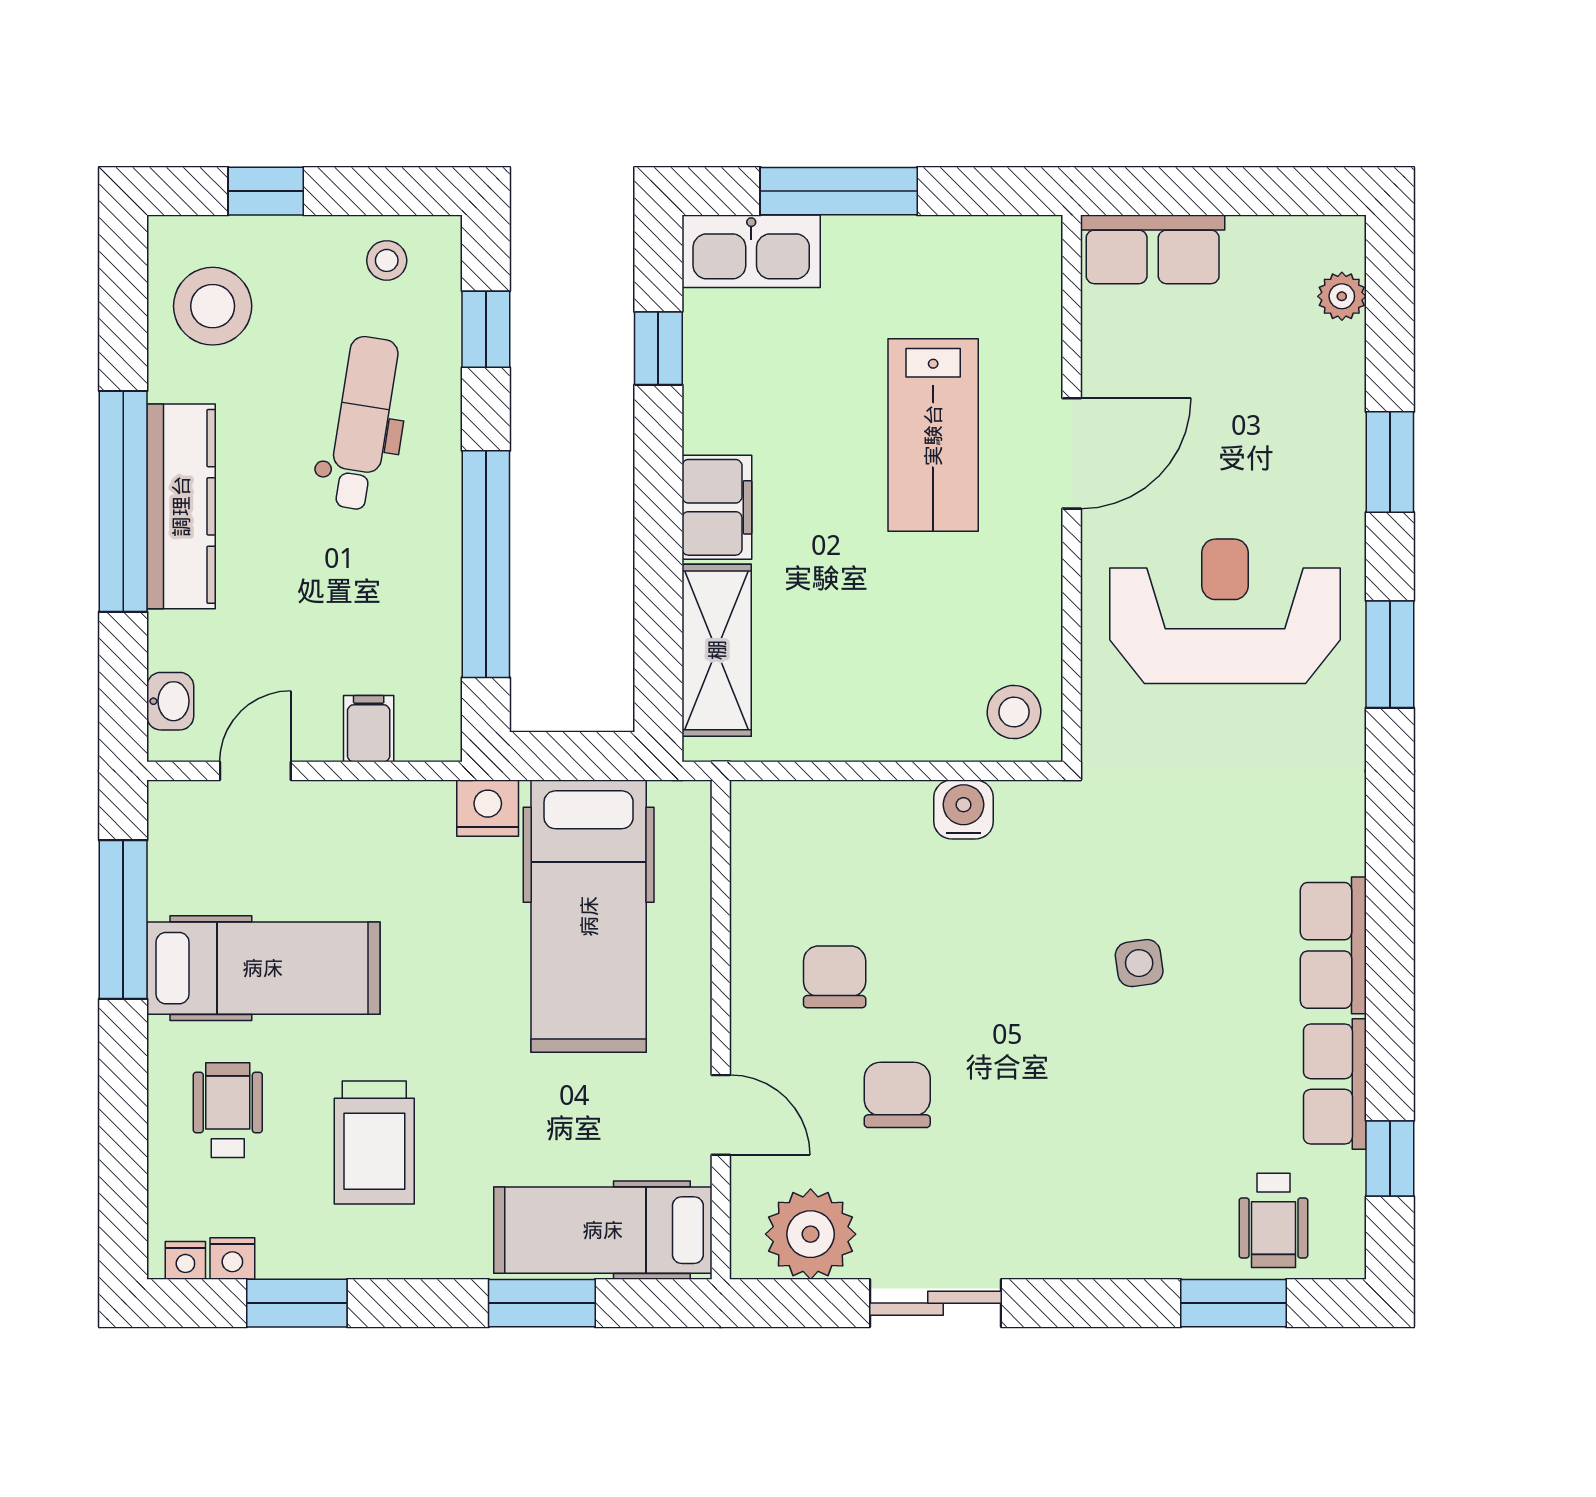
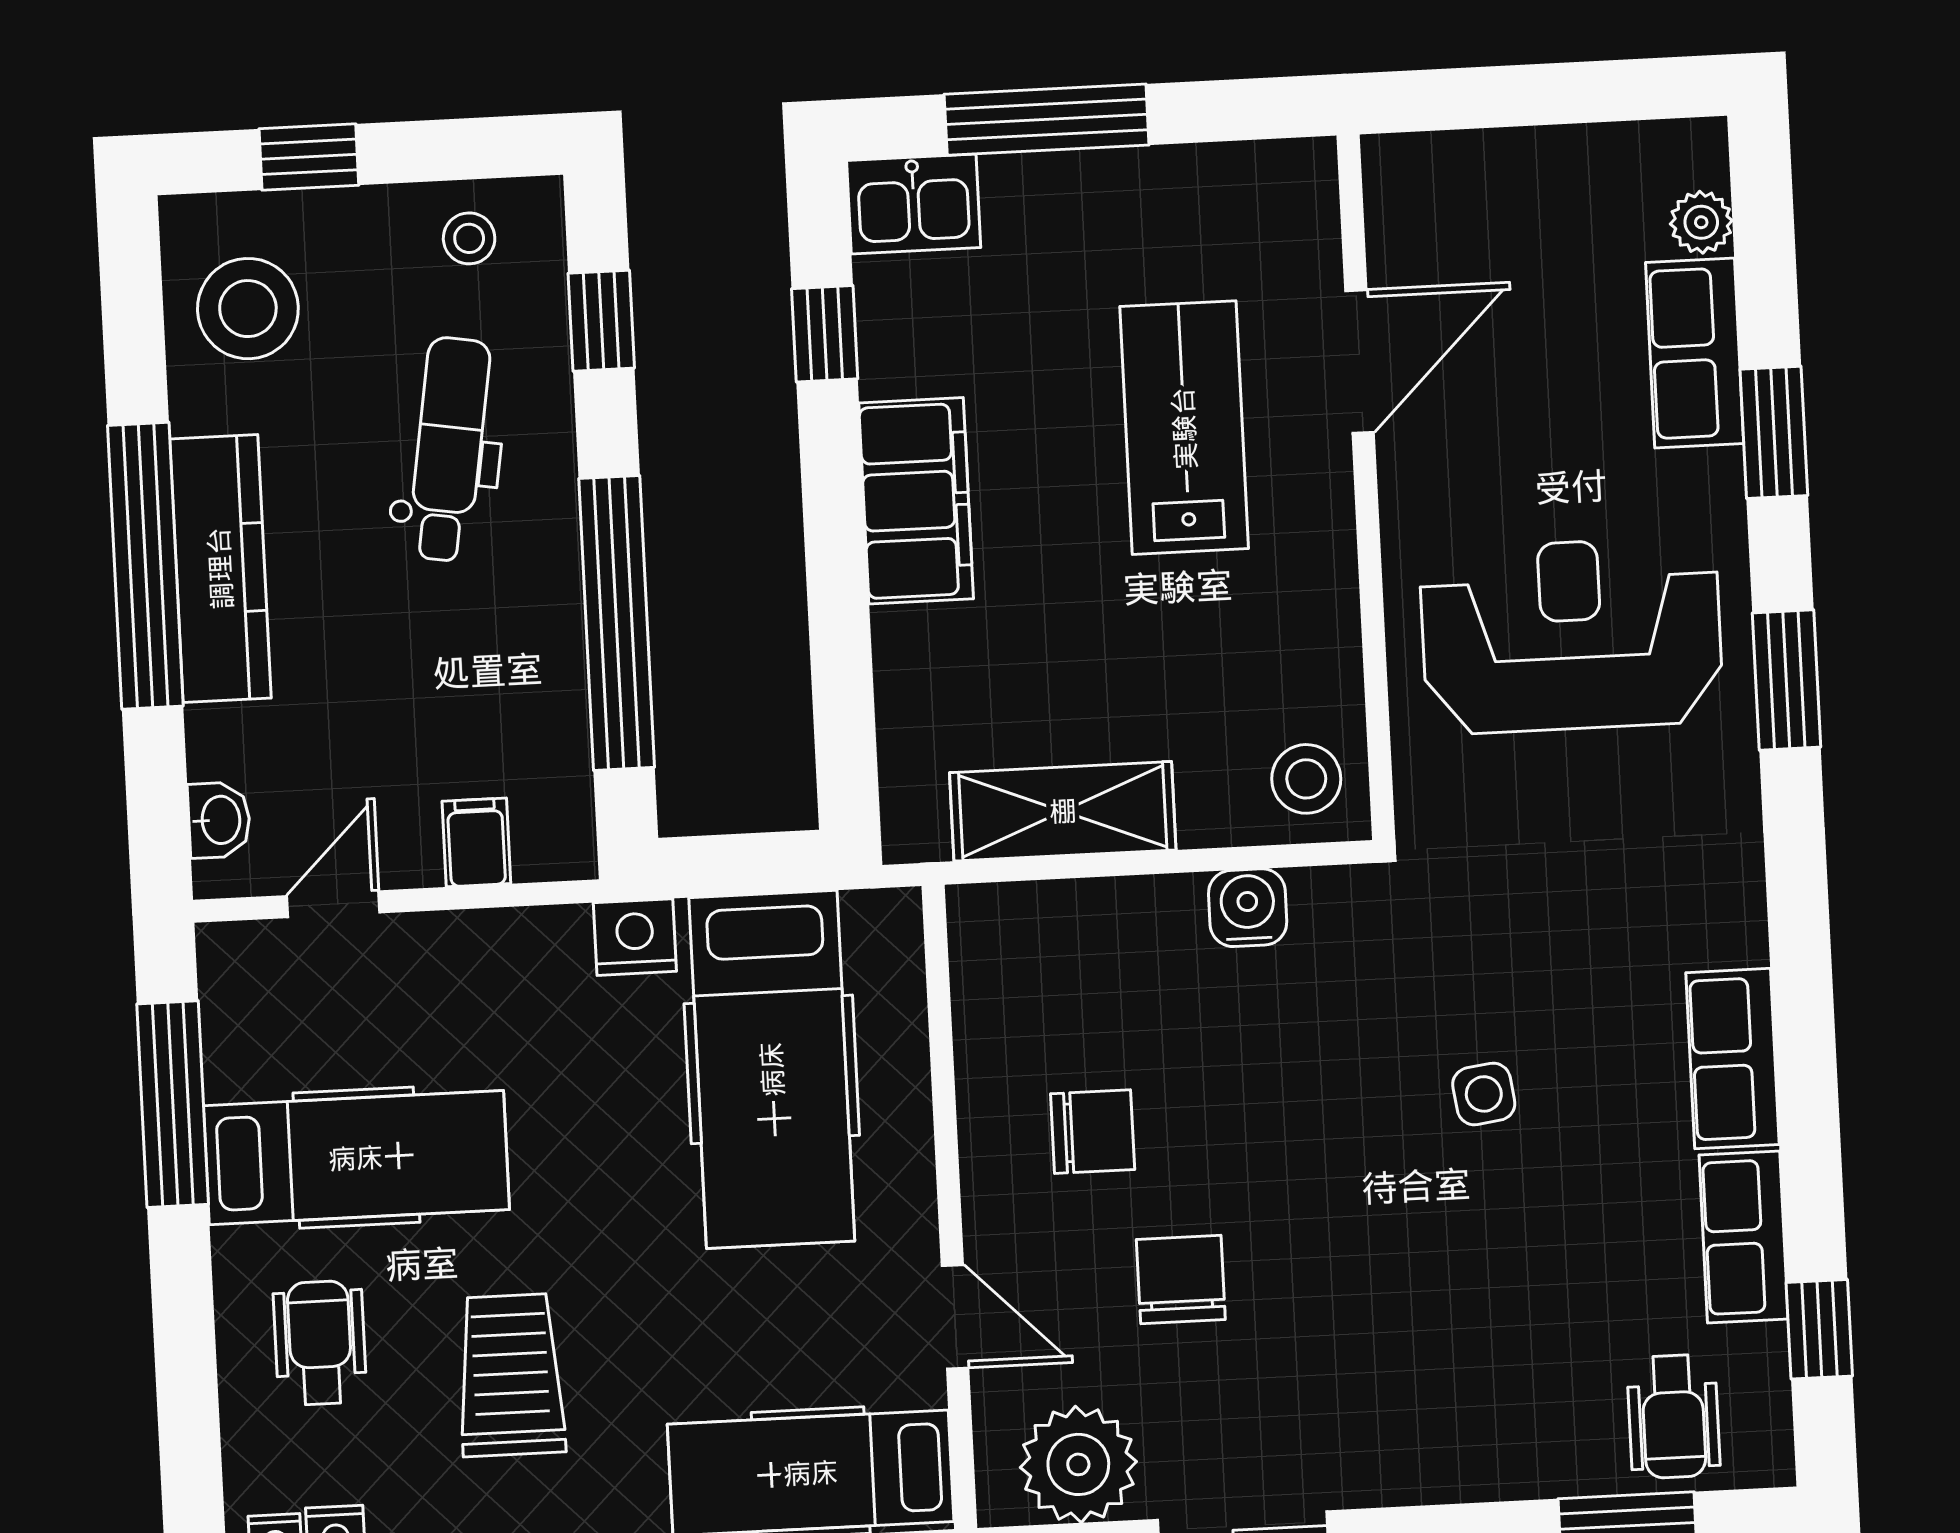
row of seats: (1153, 249) -> (1695, 353), moved, turned 90
kitchen sink: (751, 251) -> (914, 204), width x0.73
lab bench: (933, 435) -> (1184, 428), turned 180
door: (1072, 453) -> (1360, 361), moved
filing cabinet: (717, 507) -> (916, 501), width x1.50, depth x1.17
shelving: (717, 650) -> (1063, 811), moved, turned 90
chair: (835, 977) -> (1093, 1132), turned 90
trolley: (374, 1143) -> (511, 1375), turned 180

